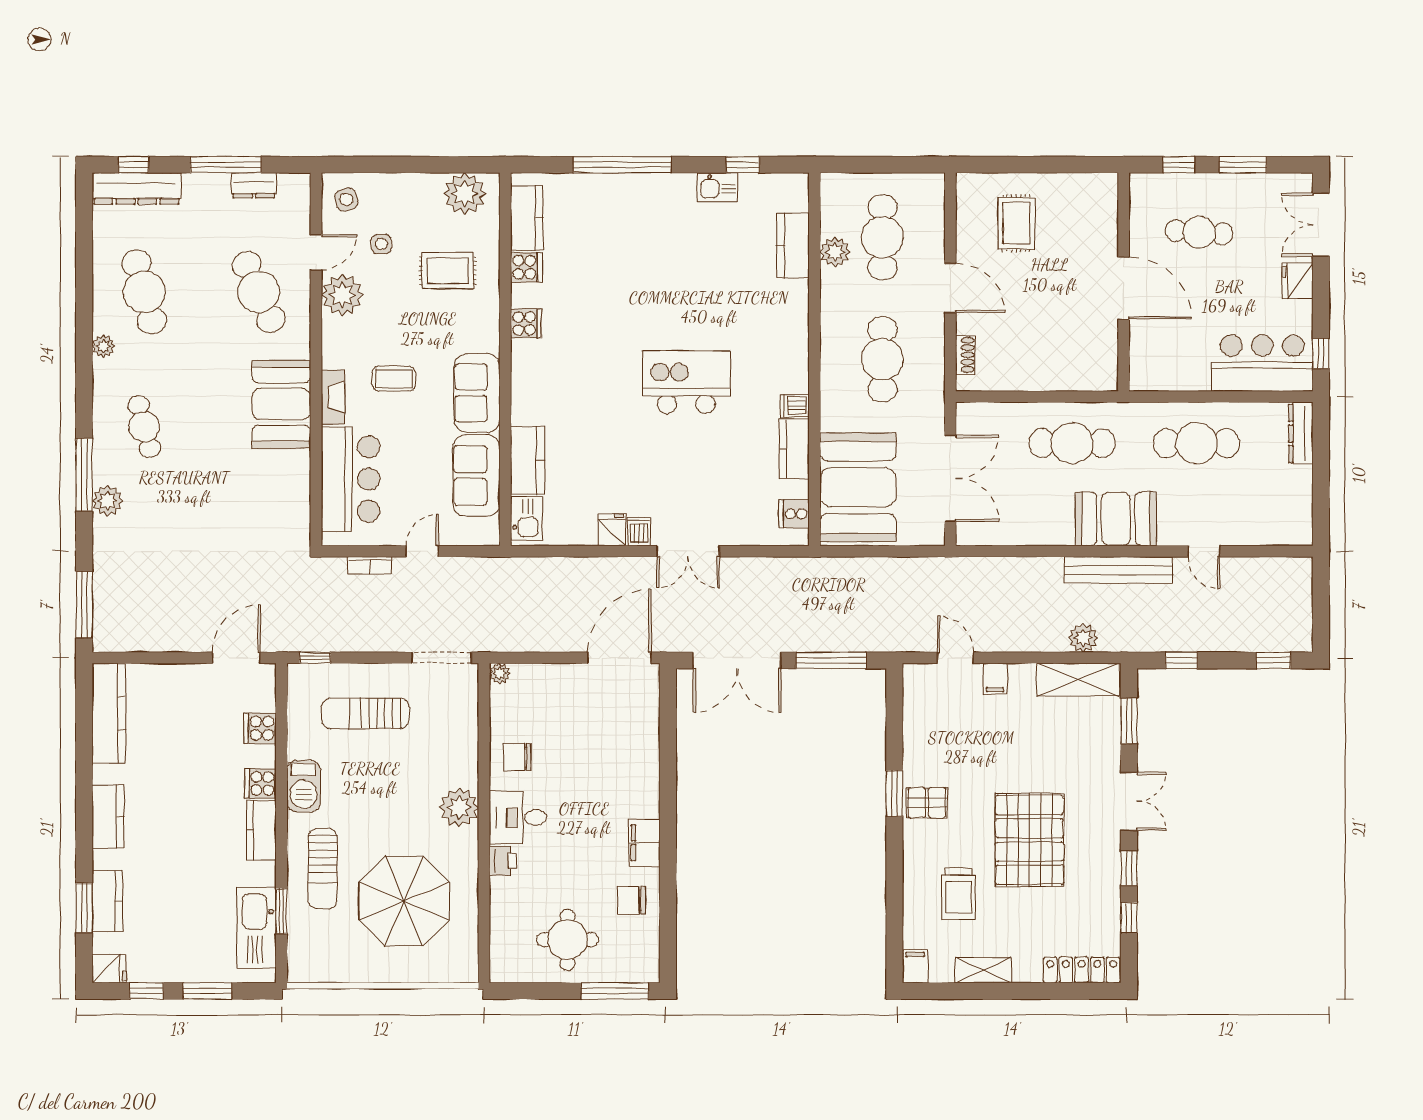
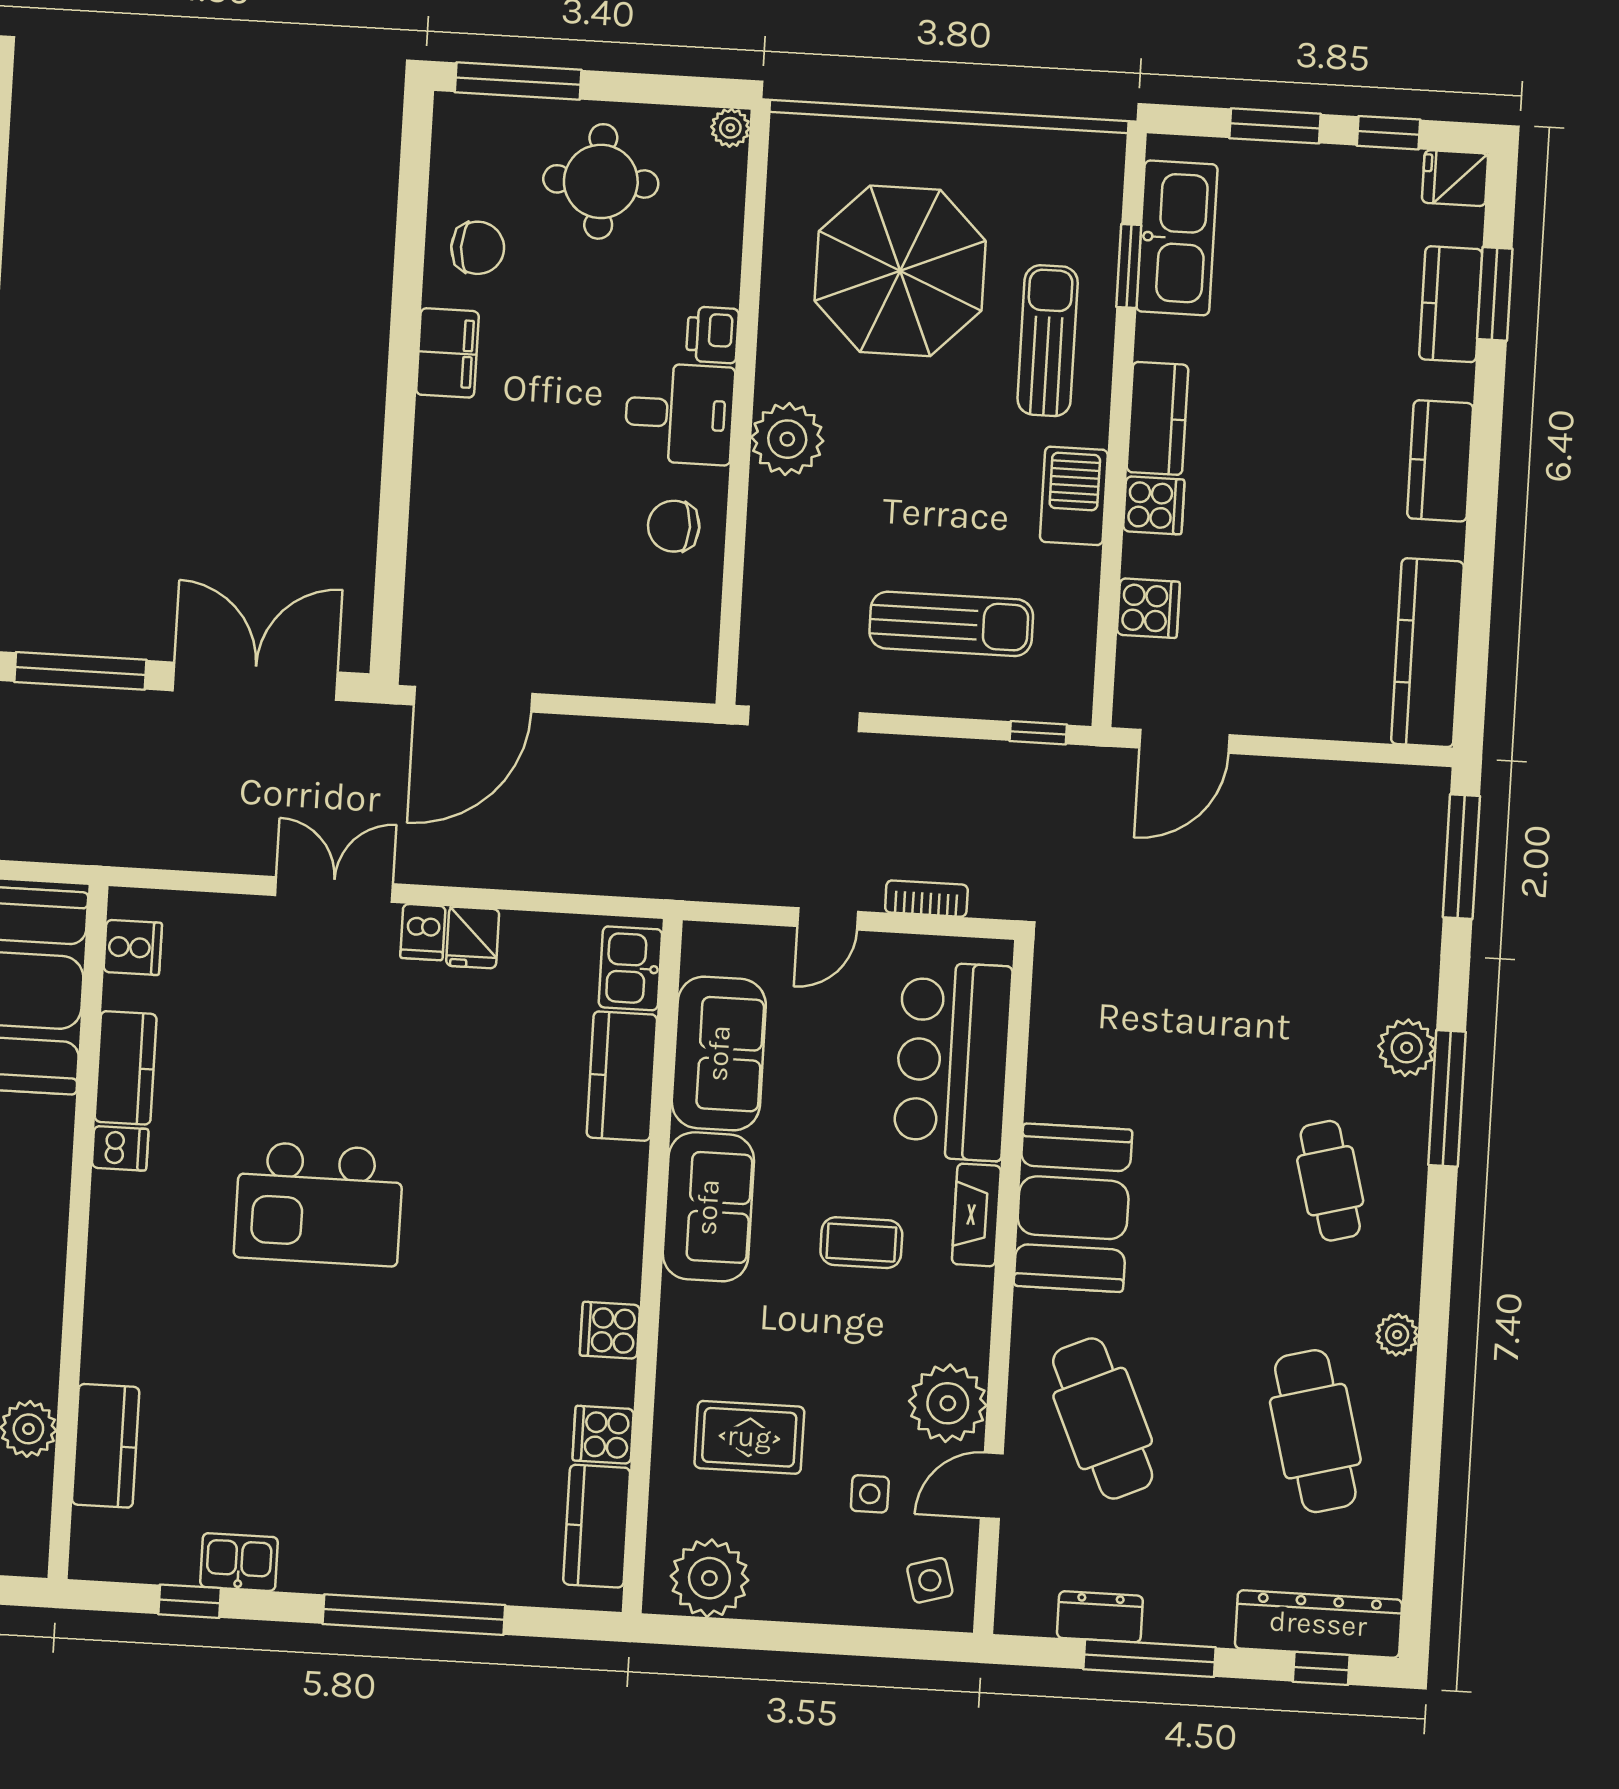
plant: (500, 673) -> (730, 128), moved
chair: (517, 757) -> (674, 526), turned 180

